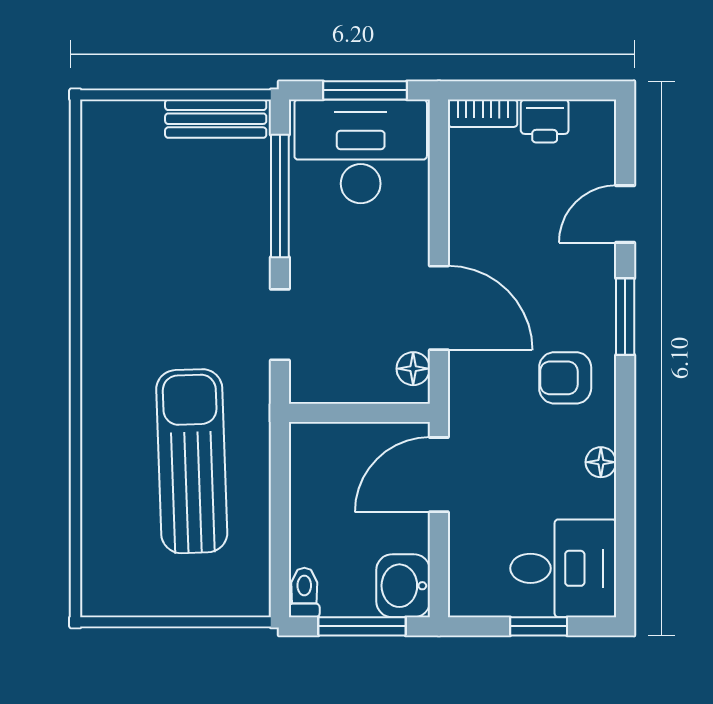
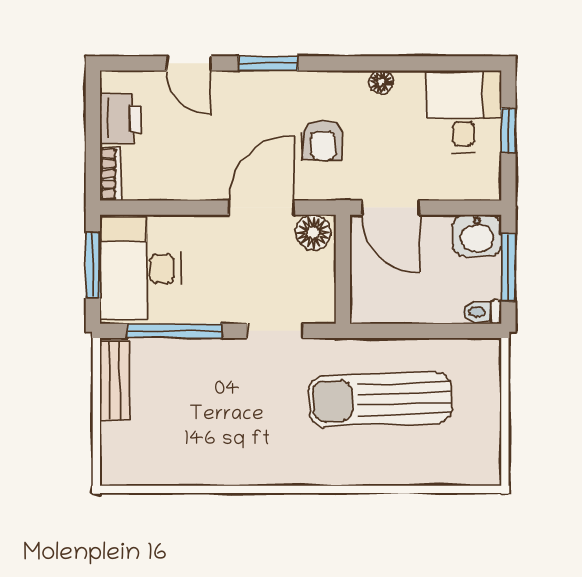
printer: (545, 121) -> (121, 119), width x1.36, depth x1.24
floor lamp: (413, 369) -> (313, 232), width x1.37, depth x1.37
armchair: (565, 378) -> (323, 140), moved

